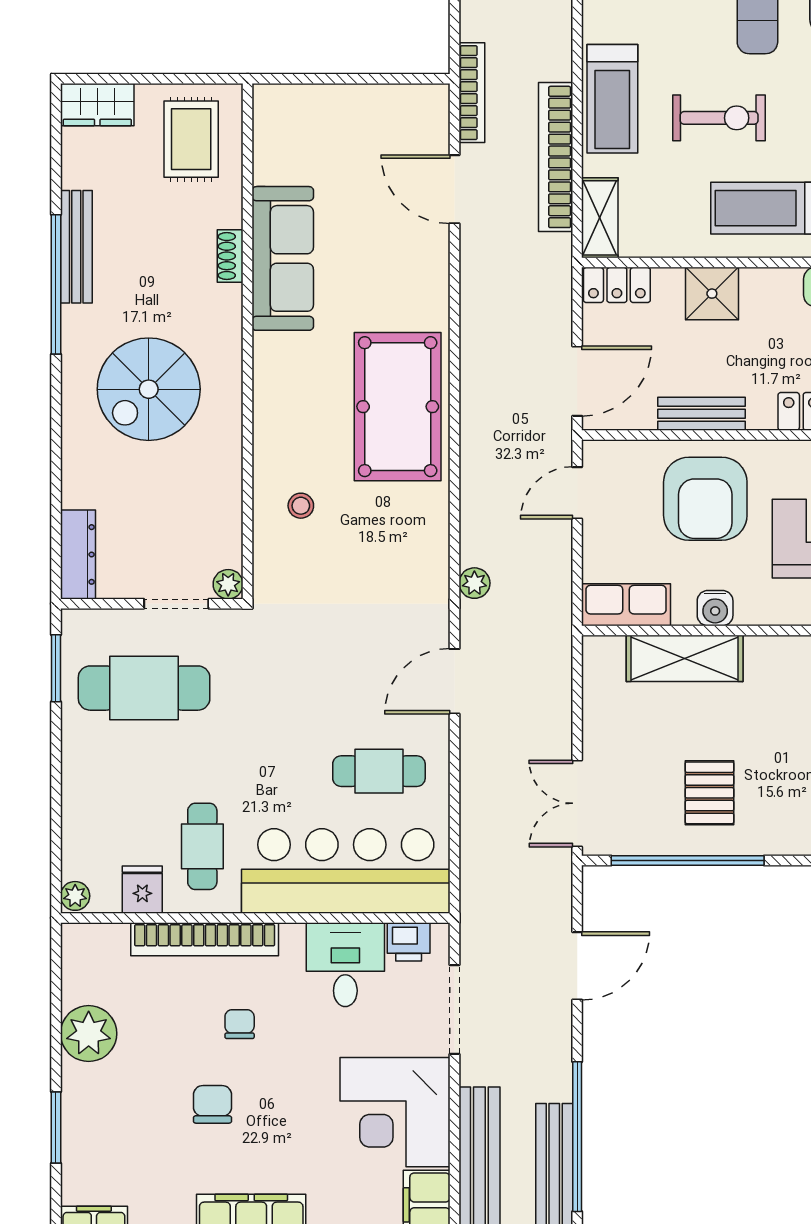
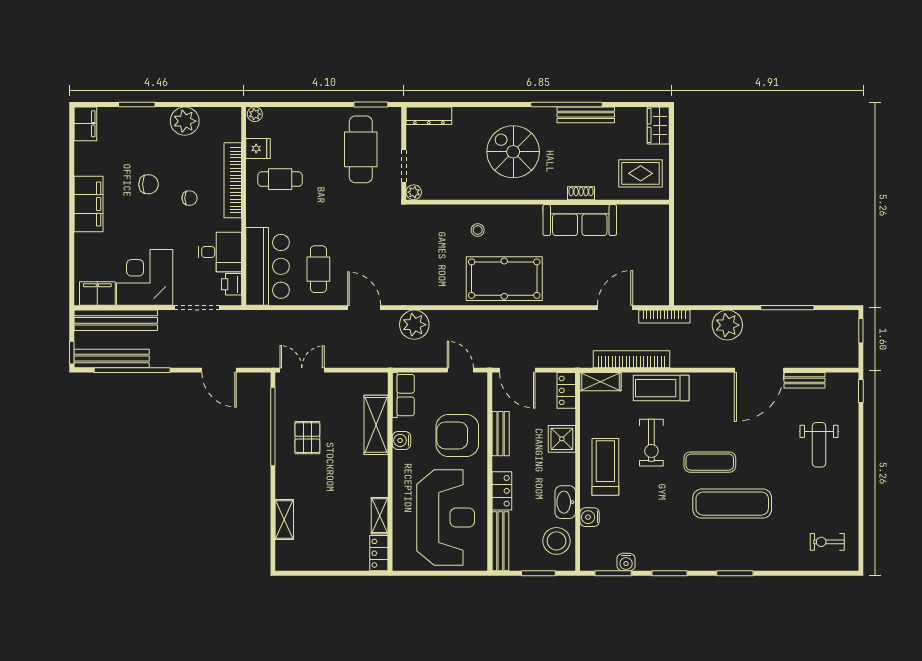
stool: (301, 506) -> (478, 230), moved
plant: (474, 583) -> (414, 325), width x1.88, depth x1.88
pallet: (709, 793) -> (307, 438), turned 90
bar counter: (346, 871) -> (268, 266), width x0.73

